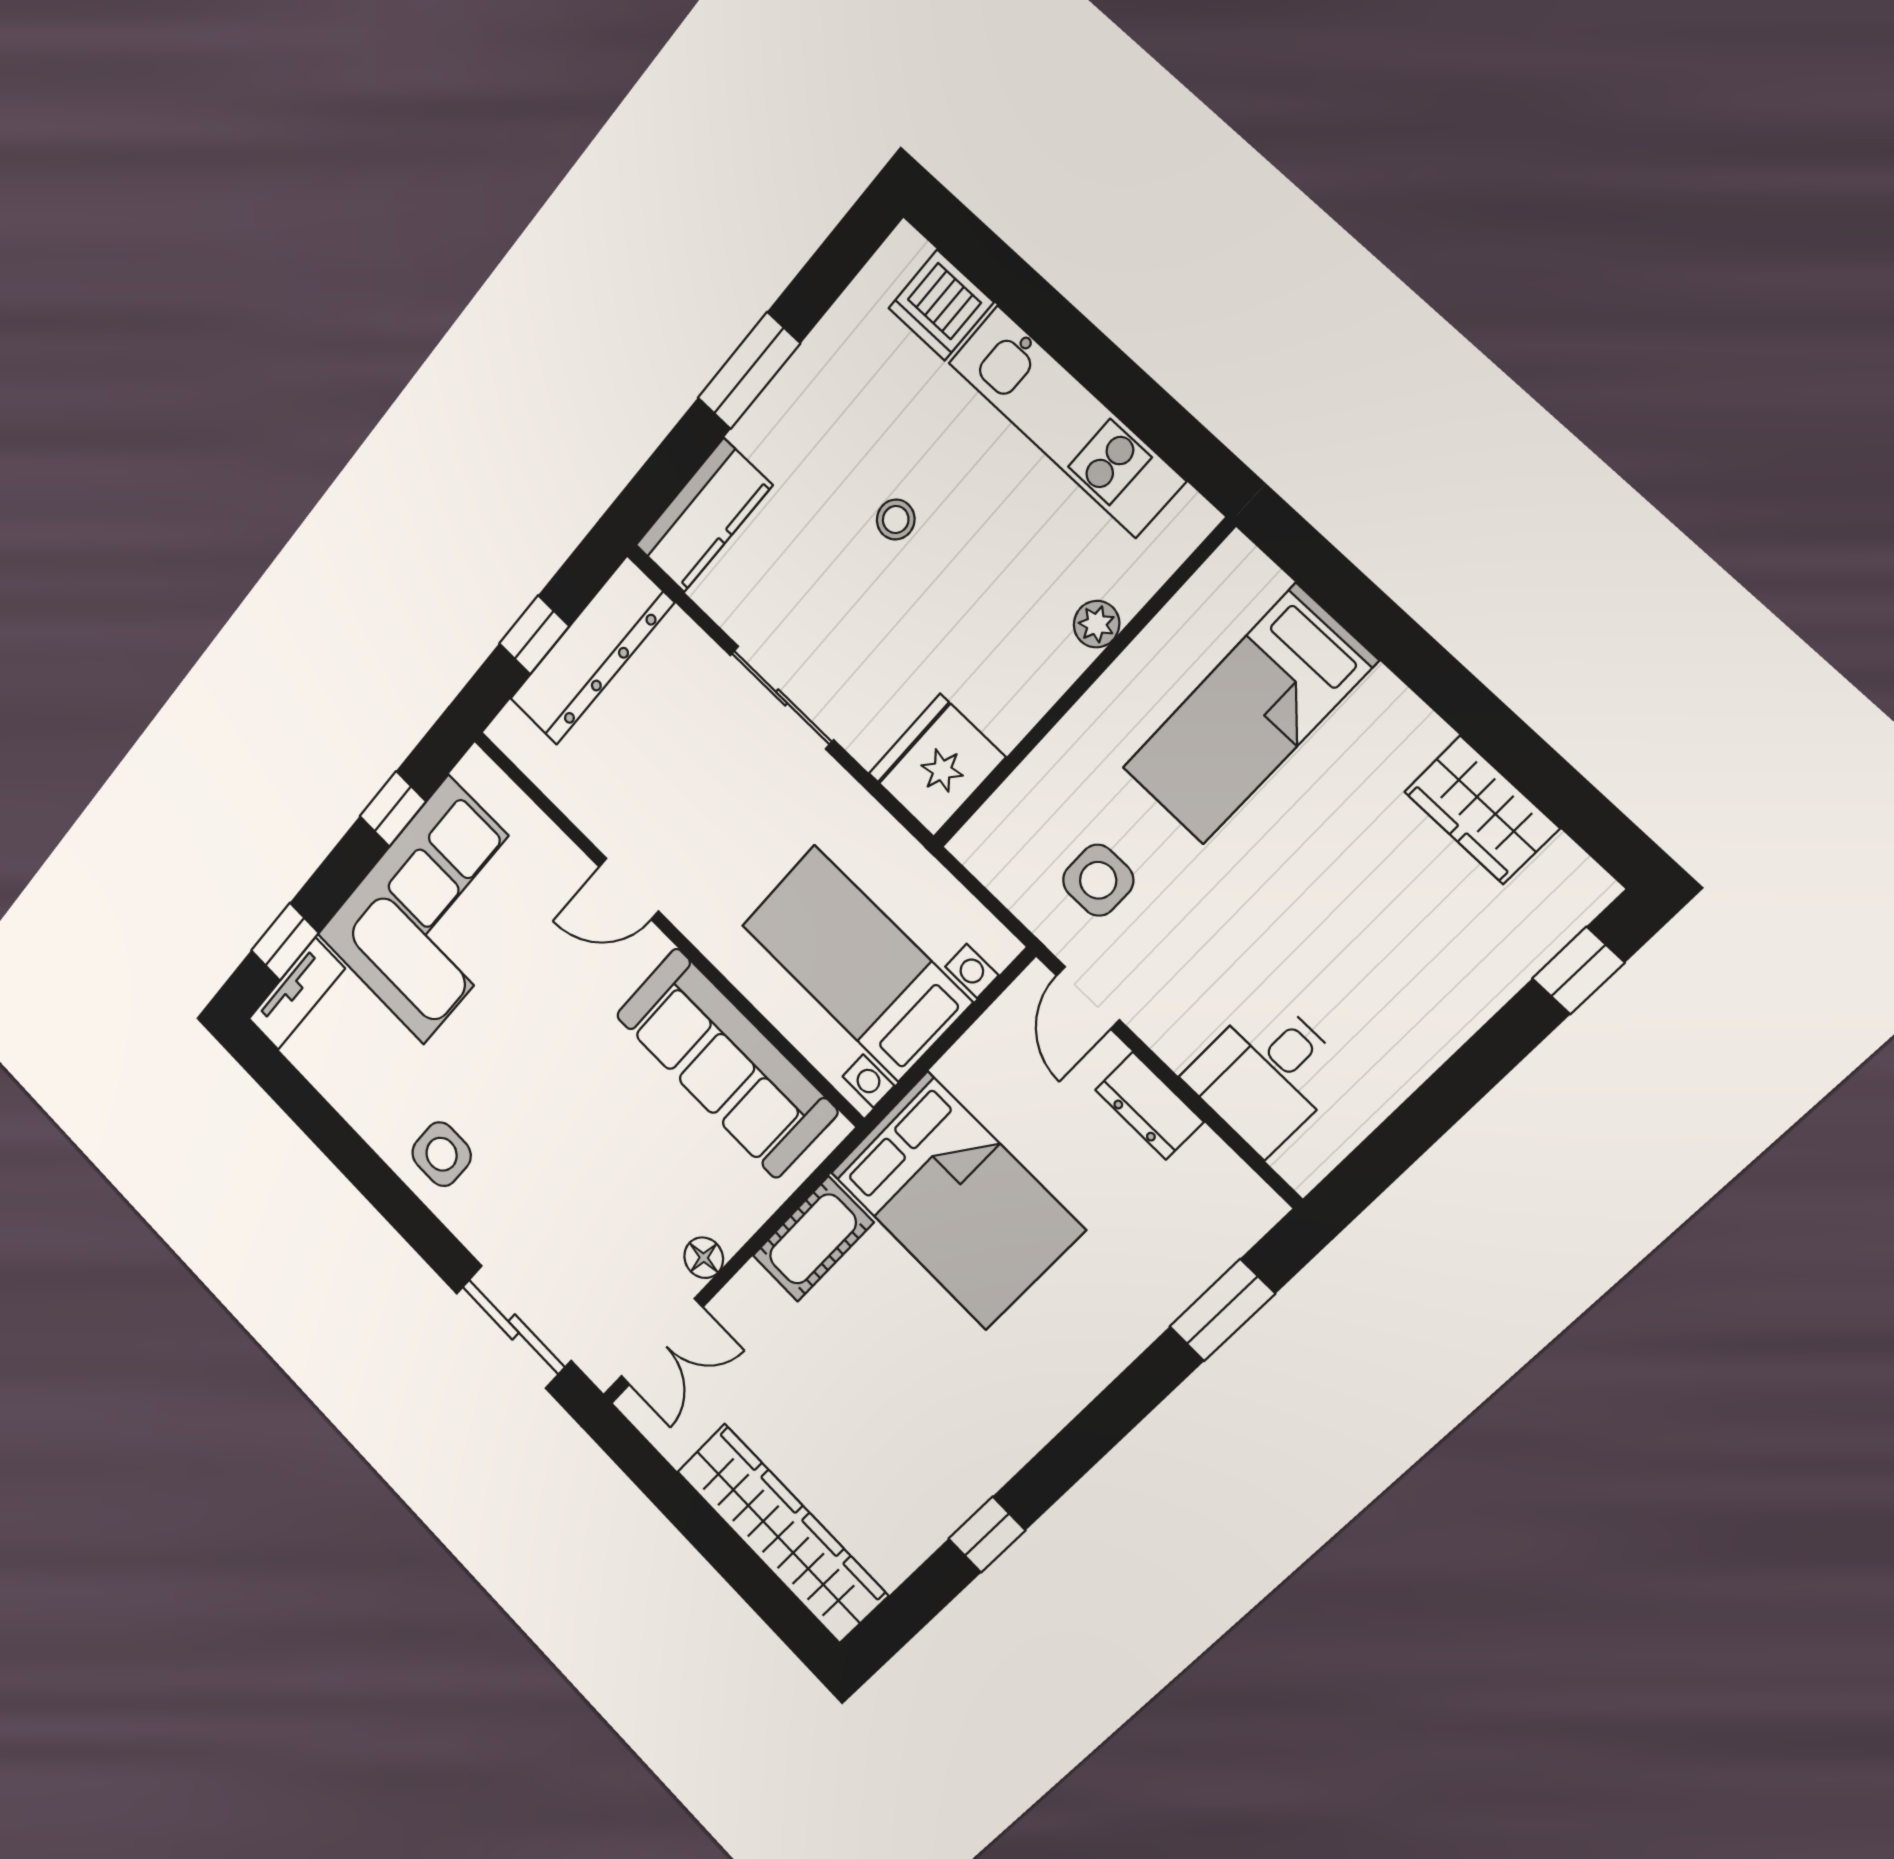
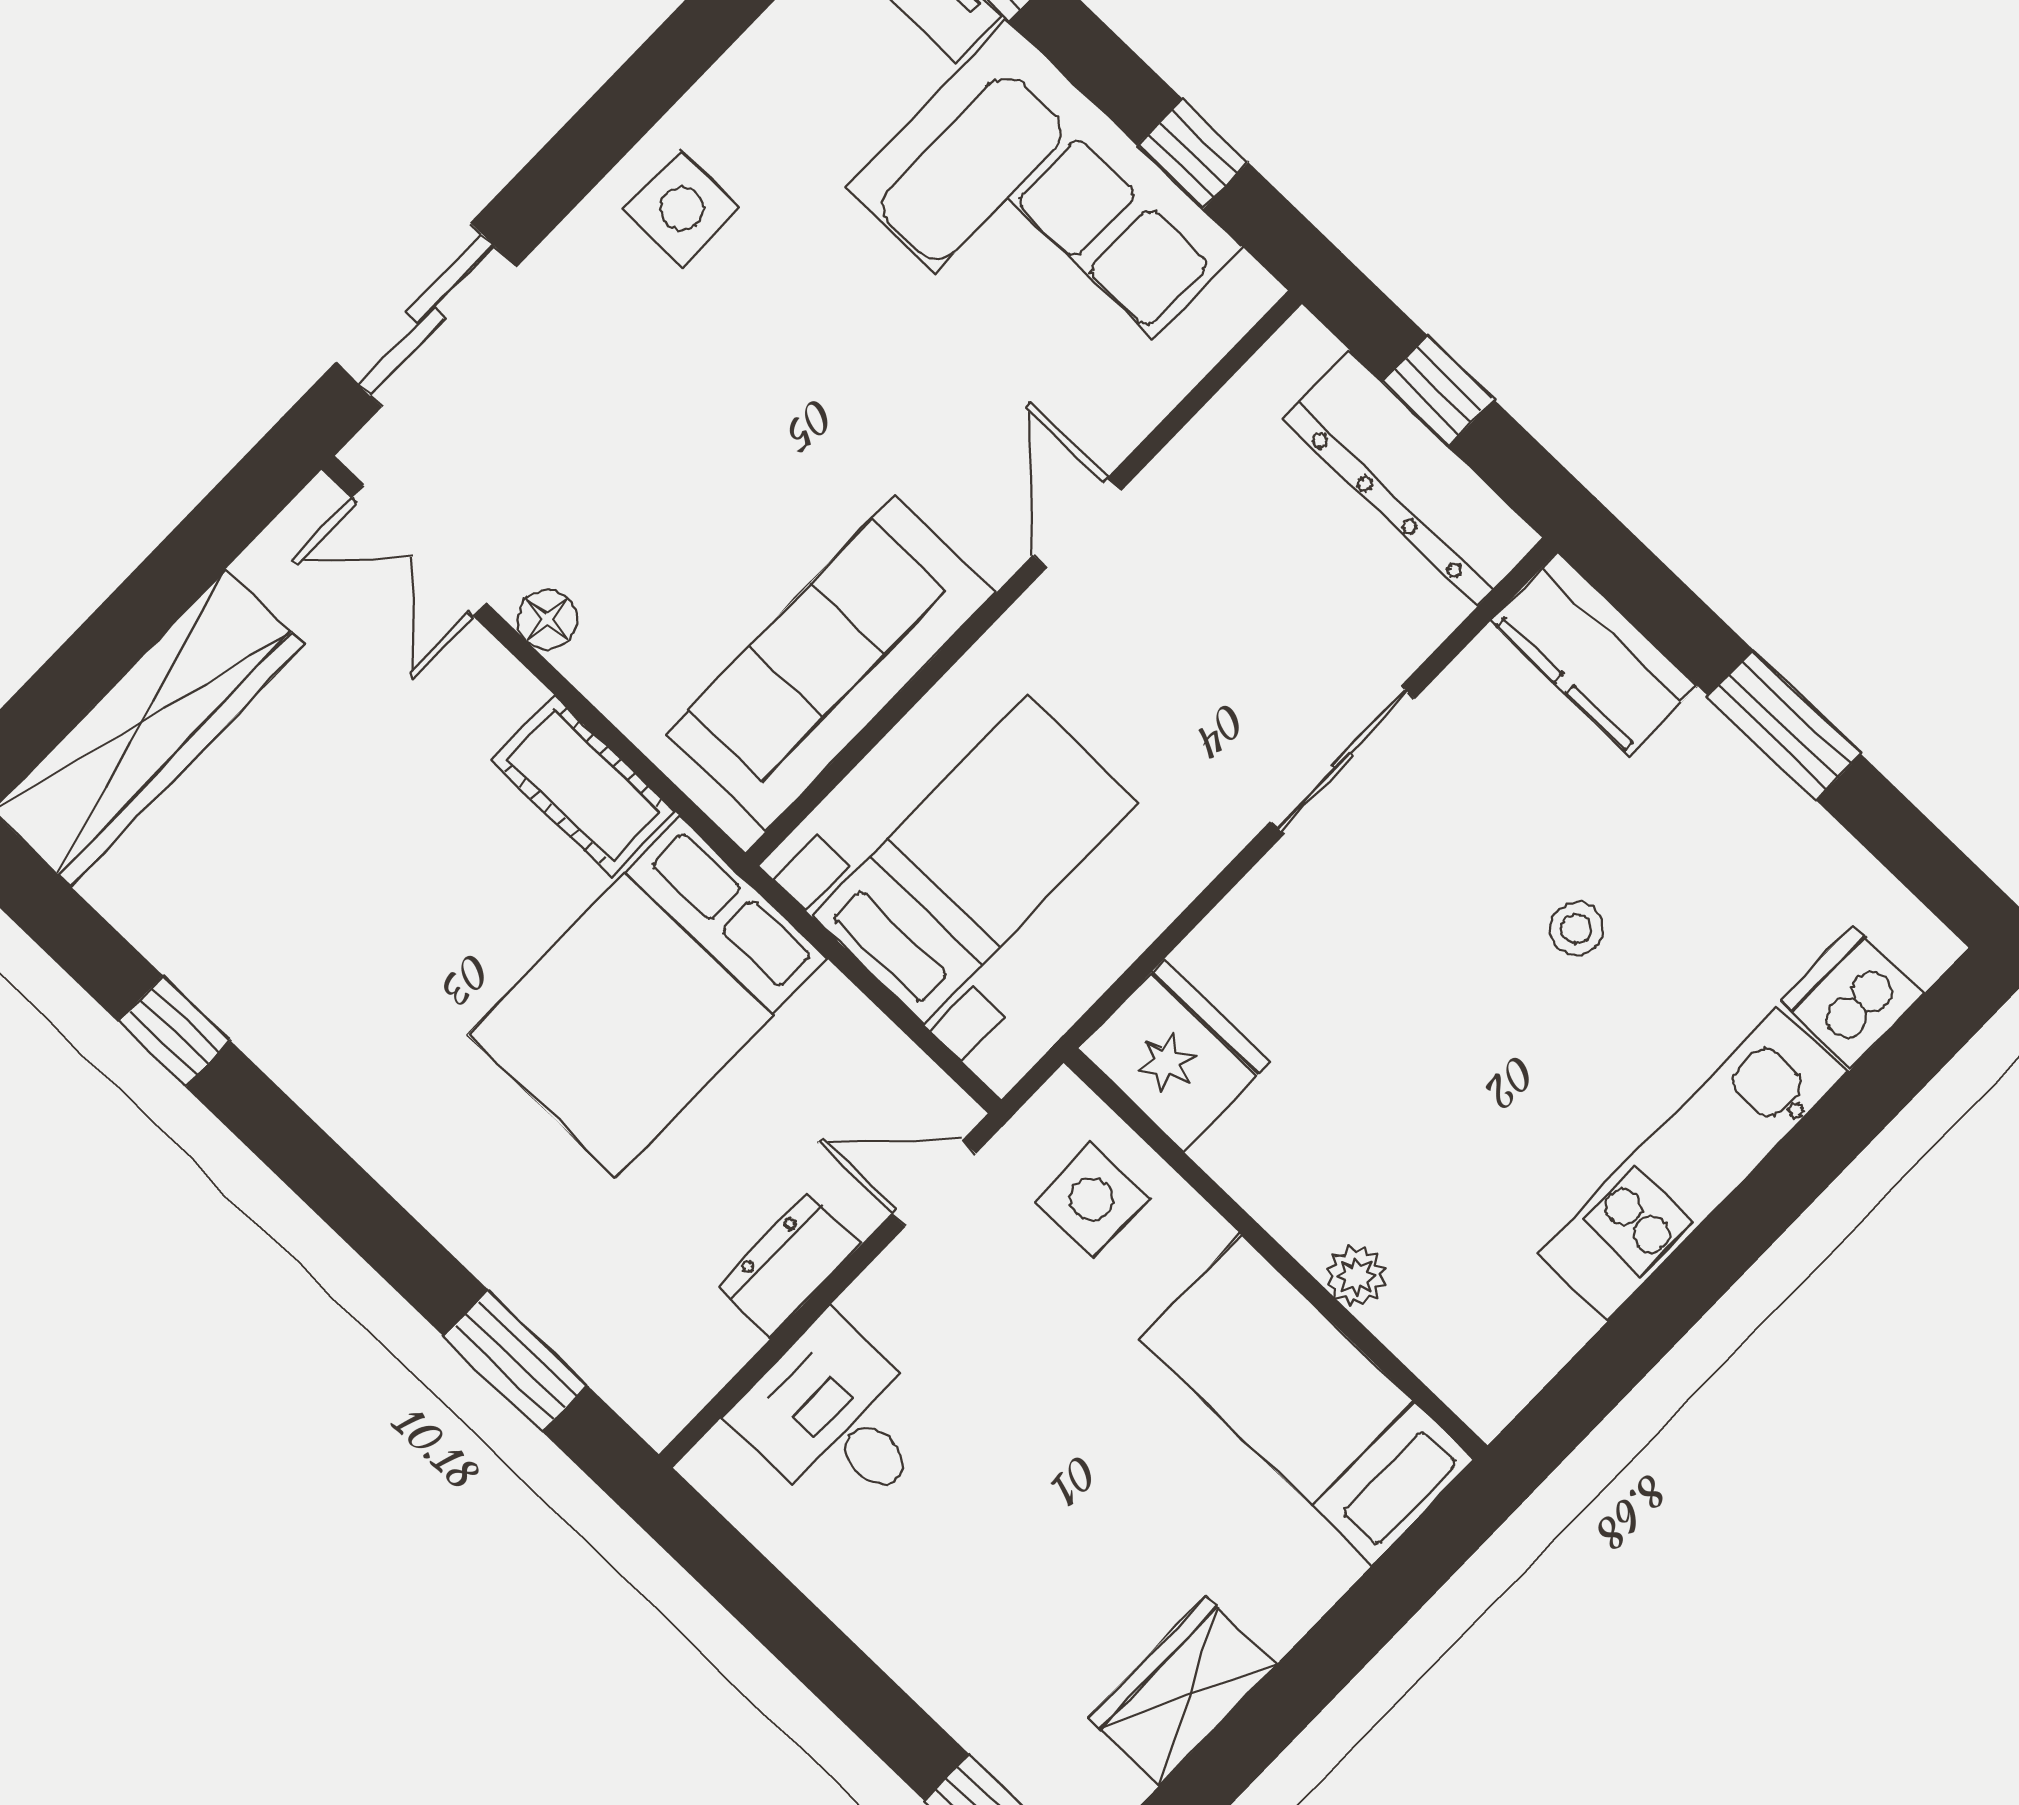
plant: (1097, 624) -> (1356, 1276), moved
wall: (1081, 686) -> (1276, 1254), moved
fridge: (937, 765) -> (1174, 1055), moved

